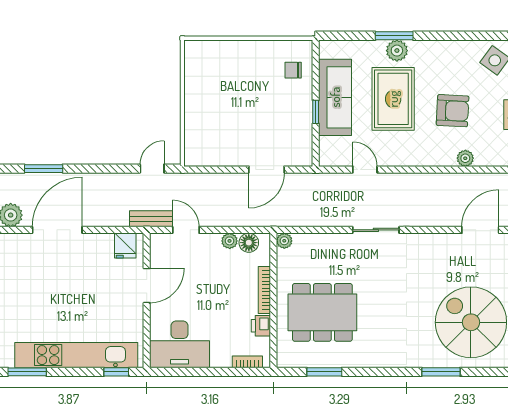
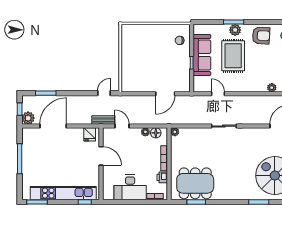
armchair: (453, 111) -> (261, 36), moved
door: (147, 286) -> (101, 156), hinge flipped
dining table: (322, 312) -> (195, 183), moved
desk: (180, 344) -> (130, 187), moved

